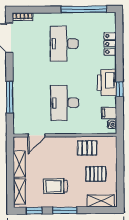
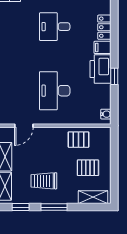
desk: (64, 44) -> (55, 27), width x0.73
filing cabinet: (109, 113) -> (102, 47), moved

